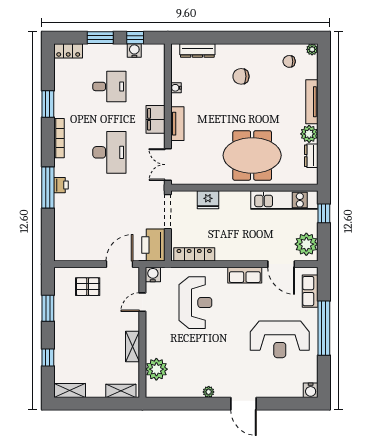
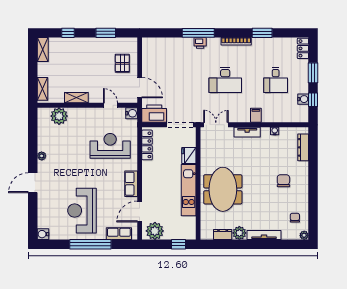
filing cabinet: (156, 119) -> (256, 115), width x0.50
kitchen unit: (284, 200) -> (189, 190), moved
reception desk: (195, 303) -> (110, 146), turned 180

